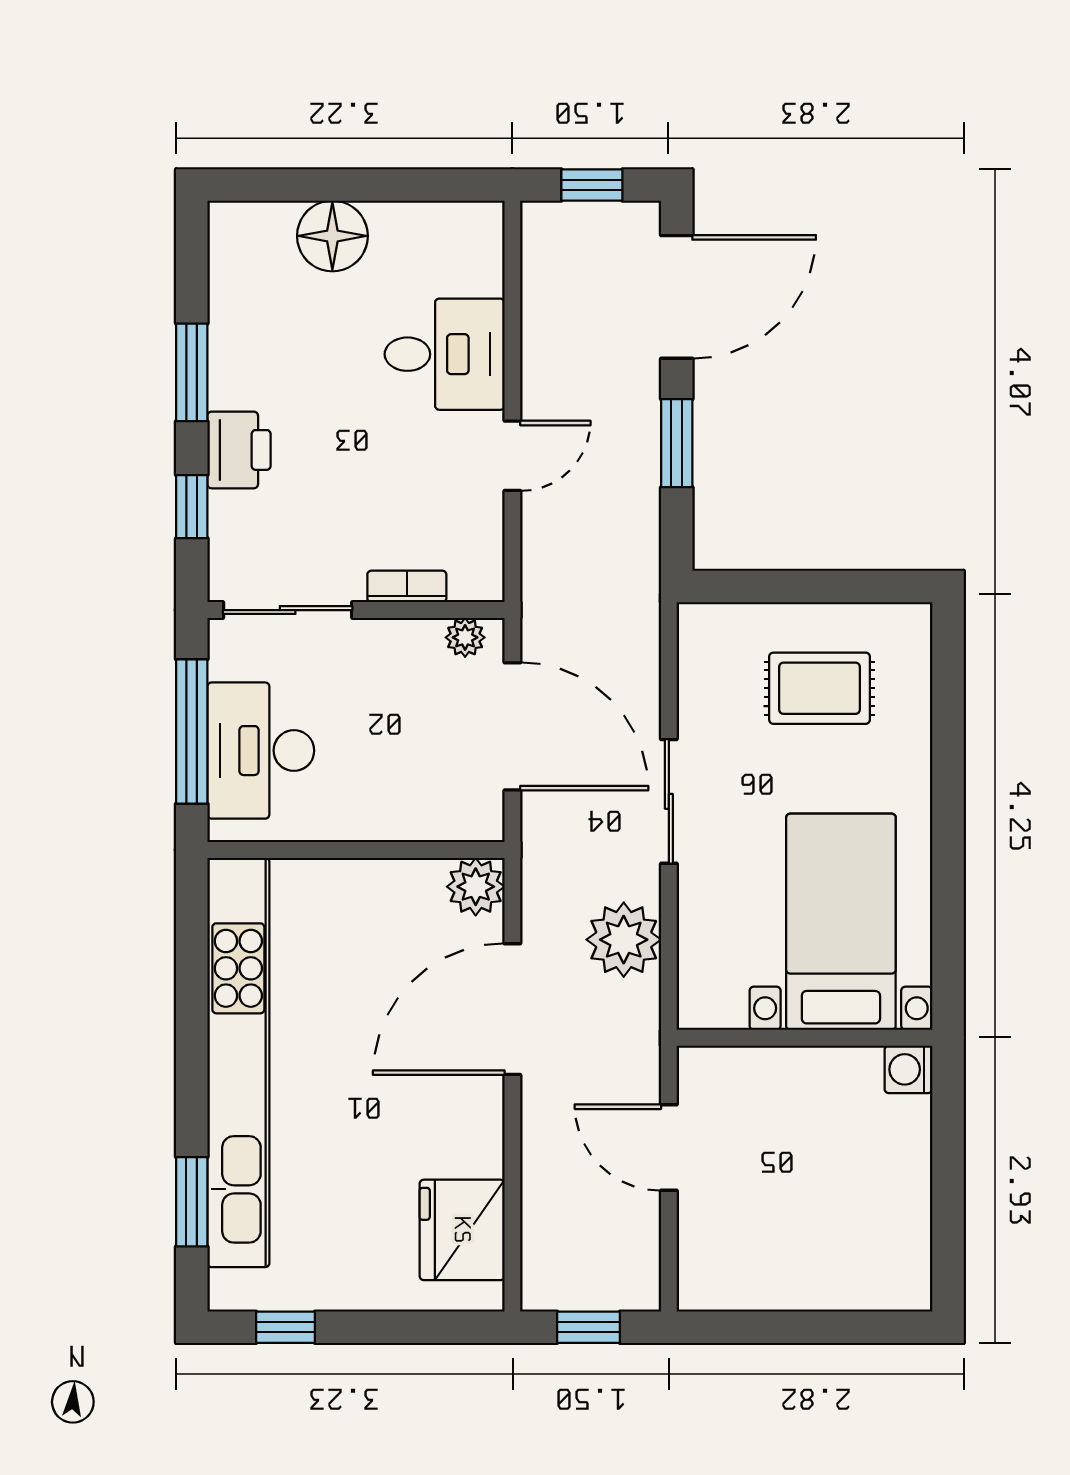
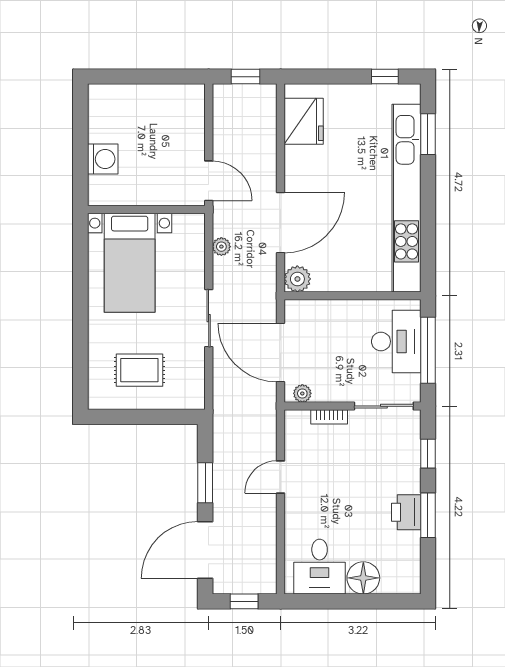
desk: (445, 354) -> (320, 567), moved, turned -90
printer: (239, 450) -> (406, 512), moved
plant: (624, 940) -> (221, 247), width x0.53, depth x0.53
washing machine: (908, 1069) -> (103, 159), moved, width x1.38, depth x1.38
door: (669, 1148) -> (209, 181), moved

